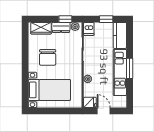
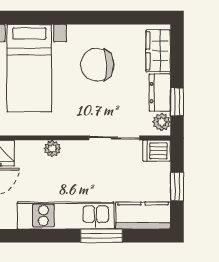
window: (130, 68) -> (101, 236), moved

